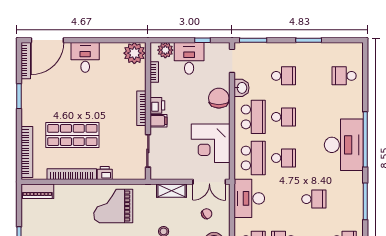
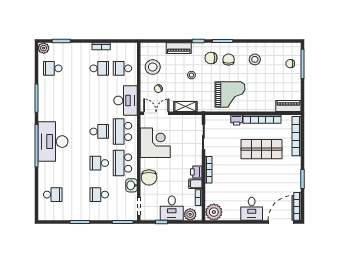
filing cabinet: (158, 121) -> (195, 184), moved
school desk: (284, 158) -> (99, 131), turned 180
school desk: (314, 199) -> (76, 100), removed

